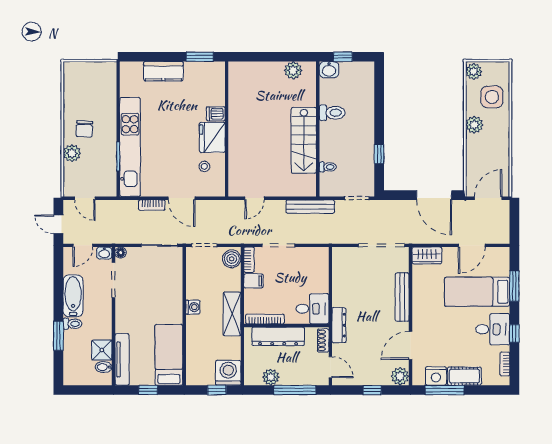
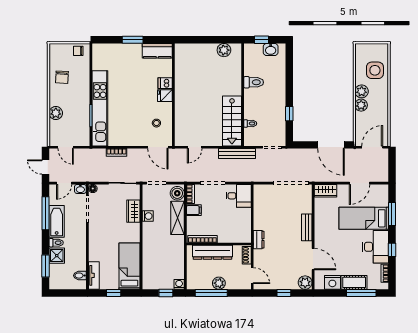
window: (200, 57) -> (133, 40), moved
washbasin: (329, 70) -> (271, 50), moved
chair: (101, 71) -> (78, 51), added
kitchen counter: (163, 71) -> (157, 51), moved
plant: (474, 71) -> (361, 105), moved
chair: (84, 129) -> (62, 77), moved
fridge: (212, 137) -> (165, 96), width x0.53, depth x0.75
stairs: (304, 140) -> (232, 121), moved
door: (182, 198) -> (158, 147), moved
wardrobe: (174, 282) -> (133, 211), added
window: (58, 285) -> (46, 213), added
bench: (402, 297) -> (307, 227), width x0.73
washing machine: (193, 307) -> (148, 216), moved
desk: (312, 309) -> (239, 196), moved
shelving: (232, 314) -> (177, 218), moved
dresser: (339, 325) -> (259, 240), width x0.70
desk: (493, 329) -> (376, 247), width x1.37
window: (58, 336) -> (46, 266), moved
door: (411, 345) -> (313, 259), swing flipped
shower: (102, 350) -> (57, 256), moved
tv unit: (122, 359) -> (94, 275), width x0.71
washing machine: (228, 373) -> (179, 284), width x0.53, depth x0.53
plant: (271, 377) -> (219, 283), moved
window: (295, 390) -> (211, 293), moved
window: (444, 390) -> (361, 293), moved

